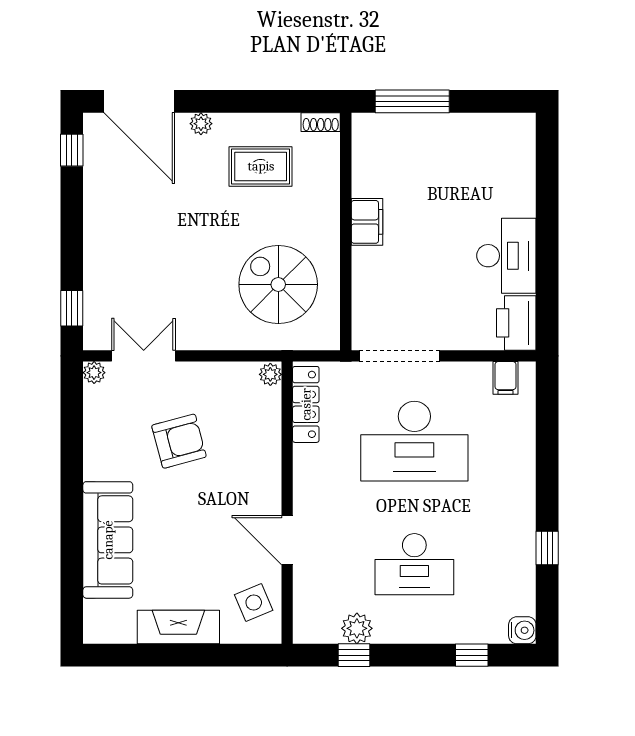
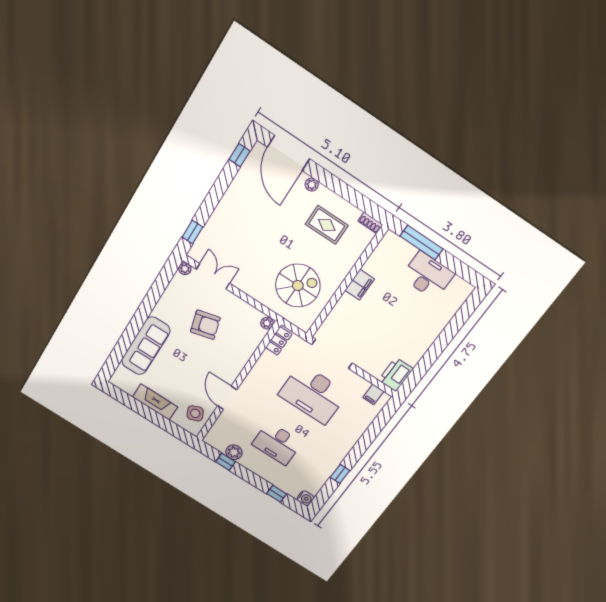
desk: (506, 256) -> (428, 276), moved, turned -90
spiral stairs: (278, 284) -> (298, 286), turned 90
locker: (306, 404) -> (279, 341), width x0.66

